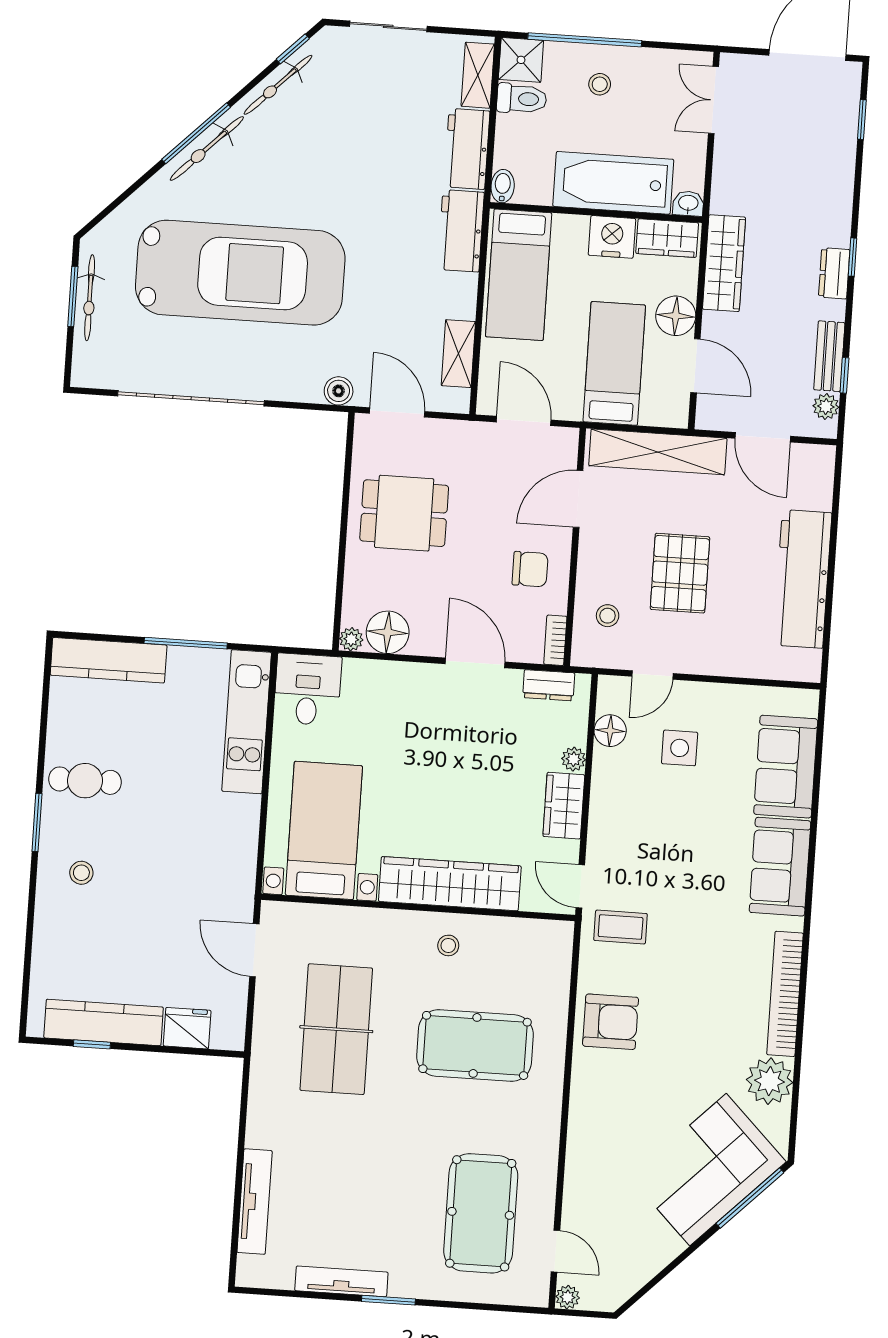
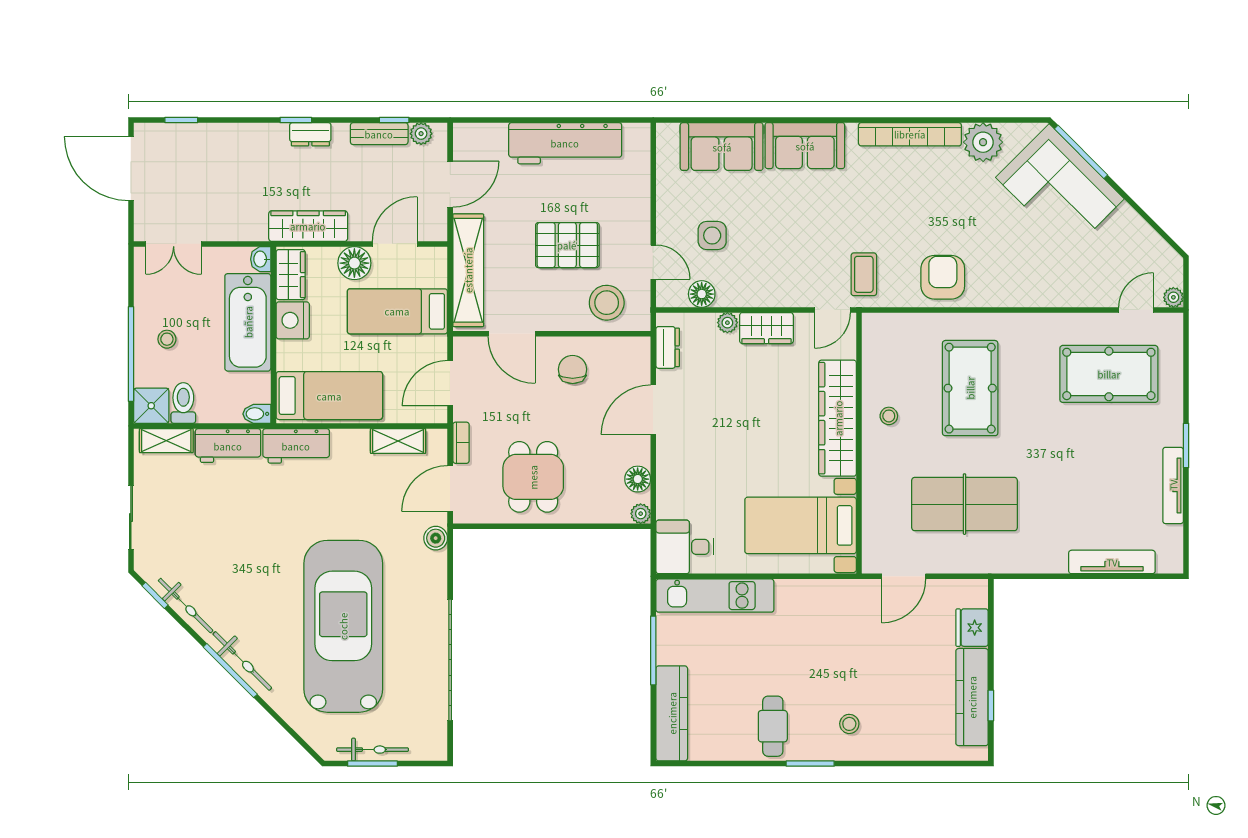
stool: (608, 616) -> (607, 303), width x1.89, depth x1.89
floor lamp: (388, 632) -> (638, 479), width x0.73, depth x0.73
bookcase: (555, 640) -> (461, 443), moved, turned -90

